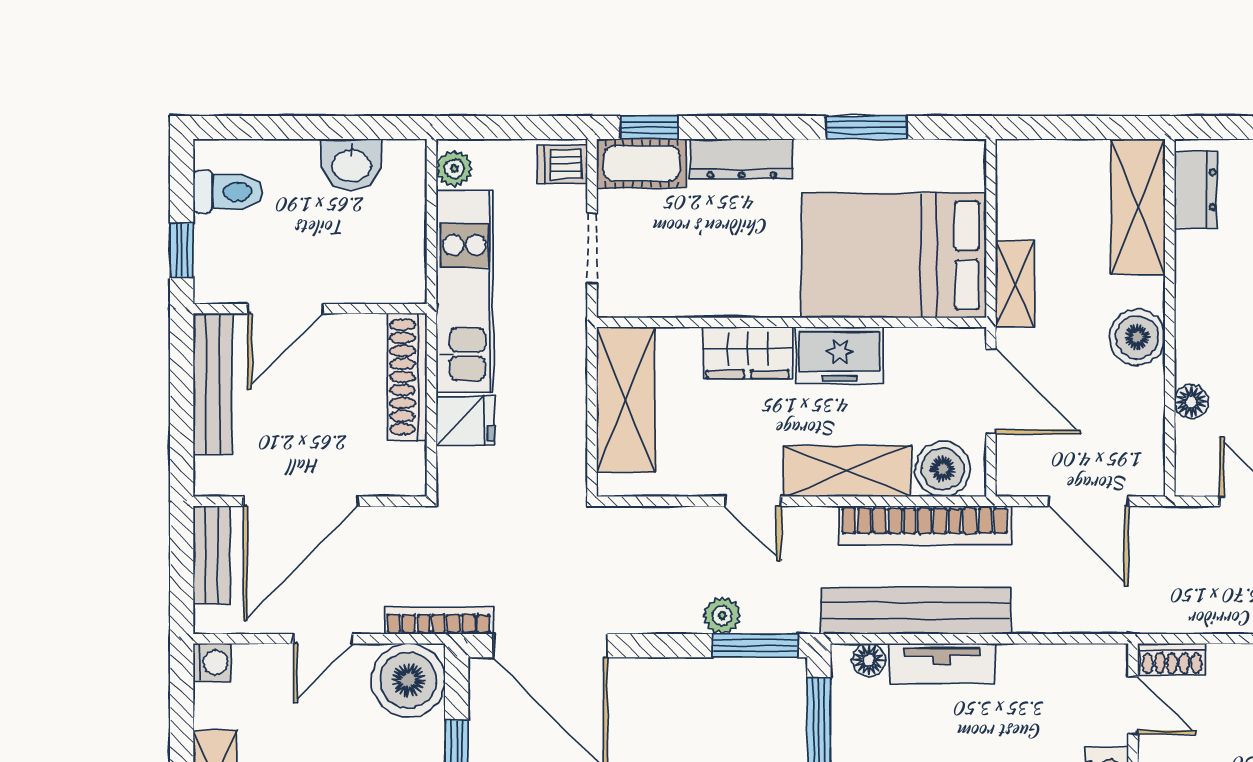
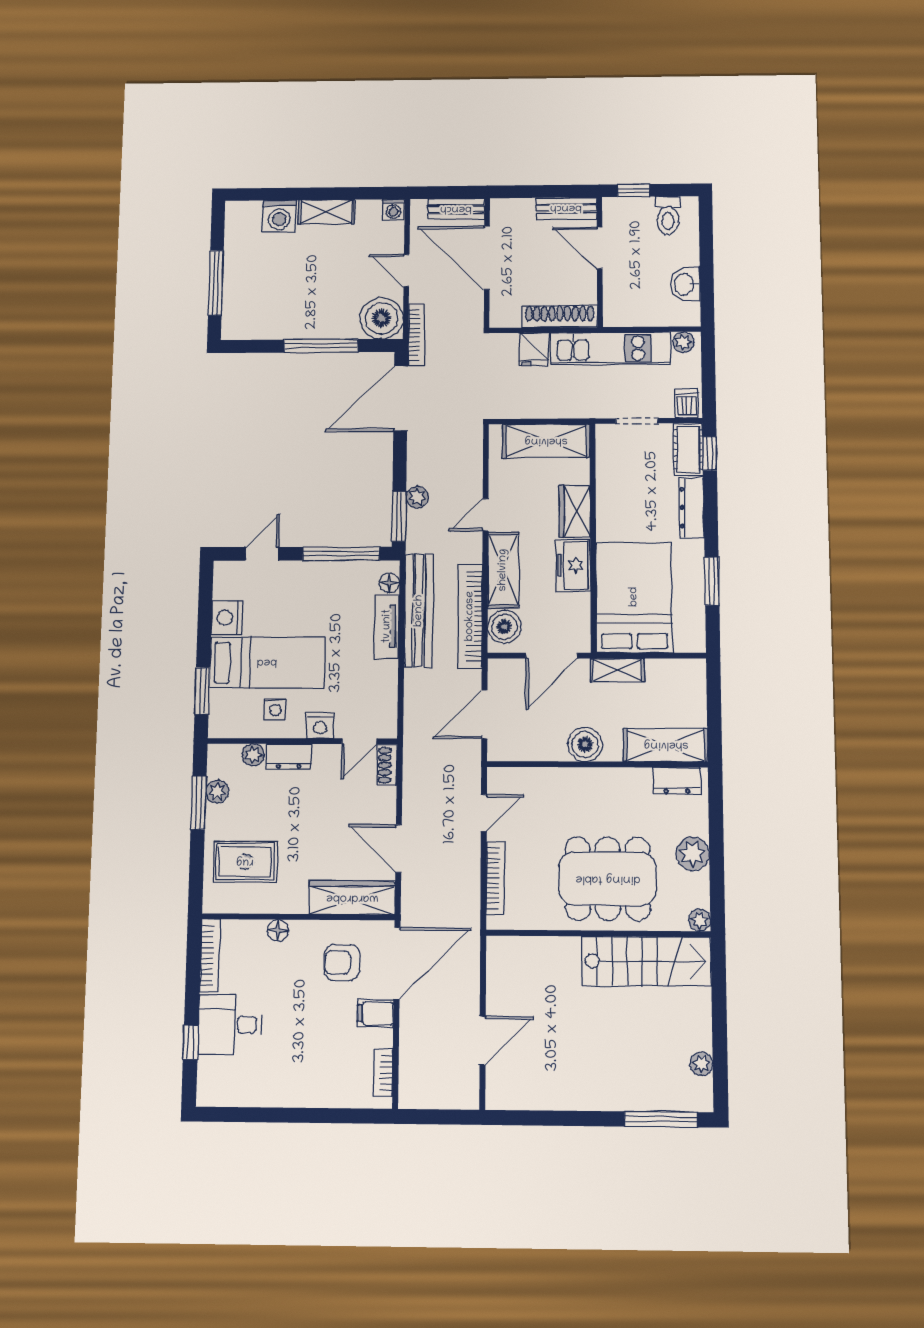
bench: (213, 384) -> (566, 208), width x0.73
floor lamp: (1191, 402) -> (545, 777), removed

